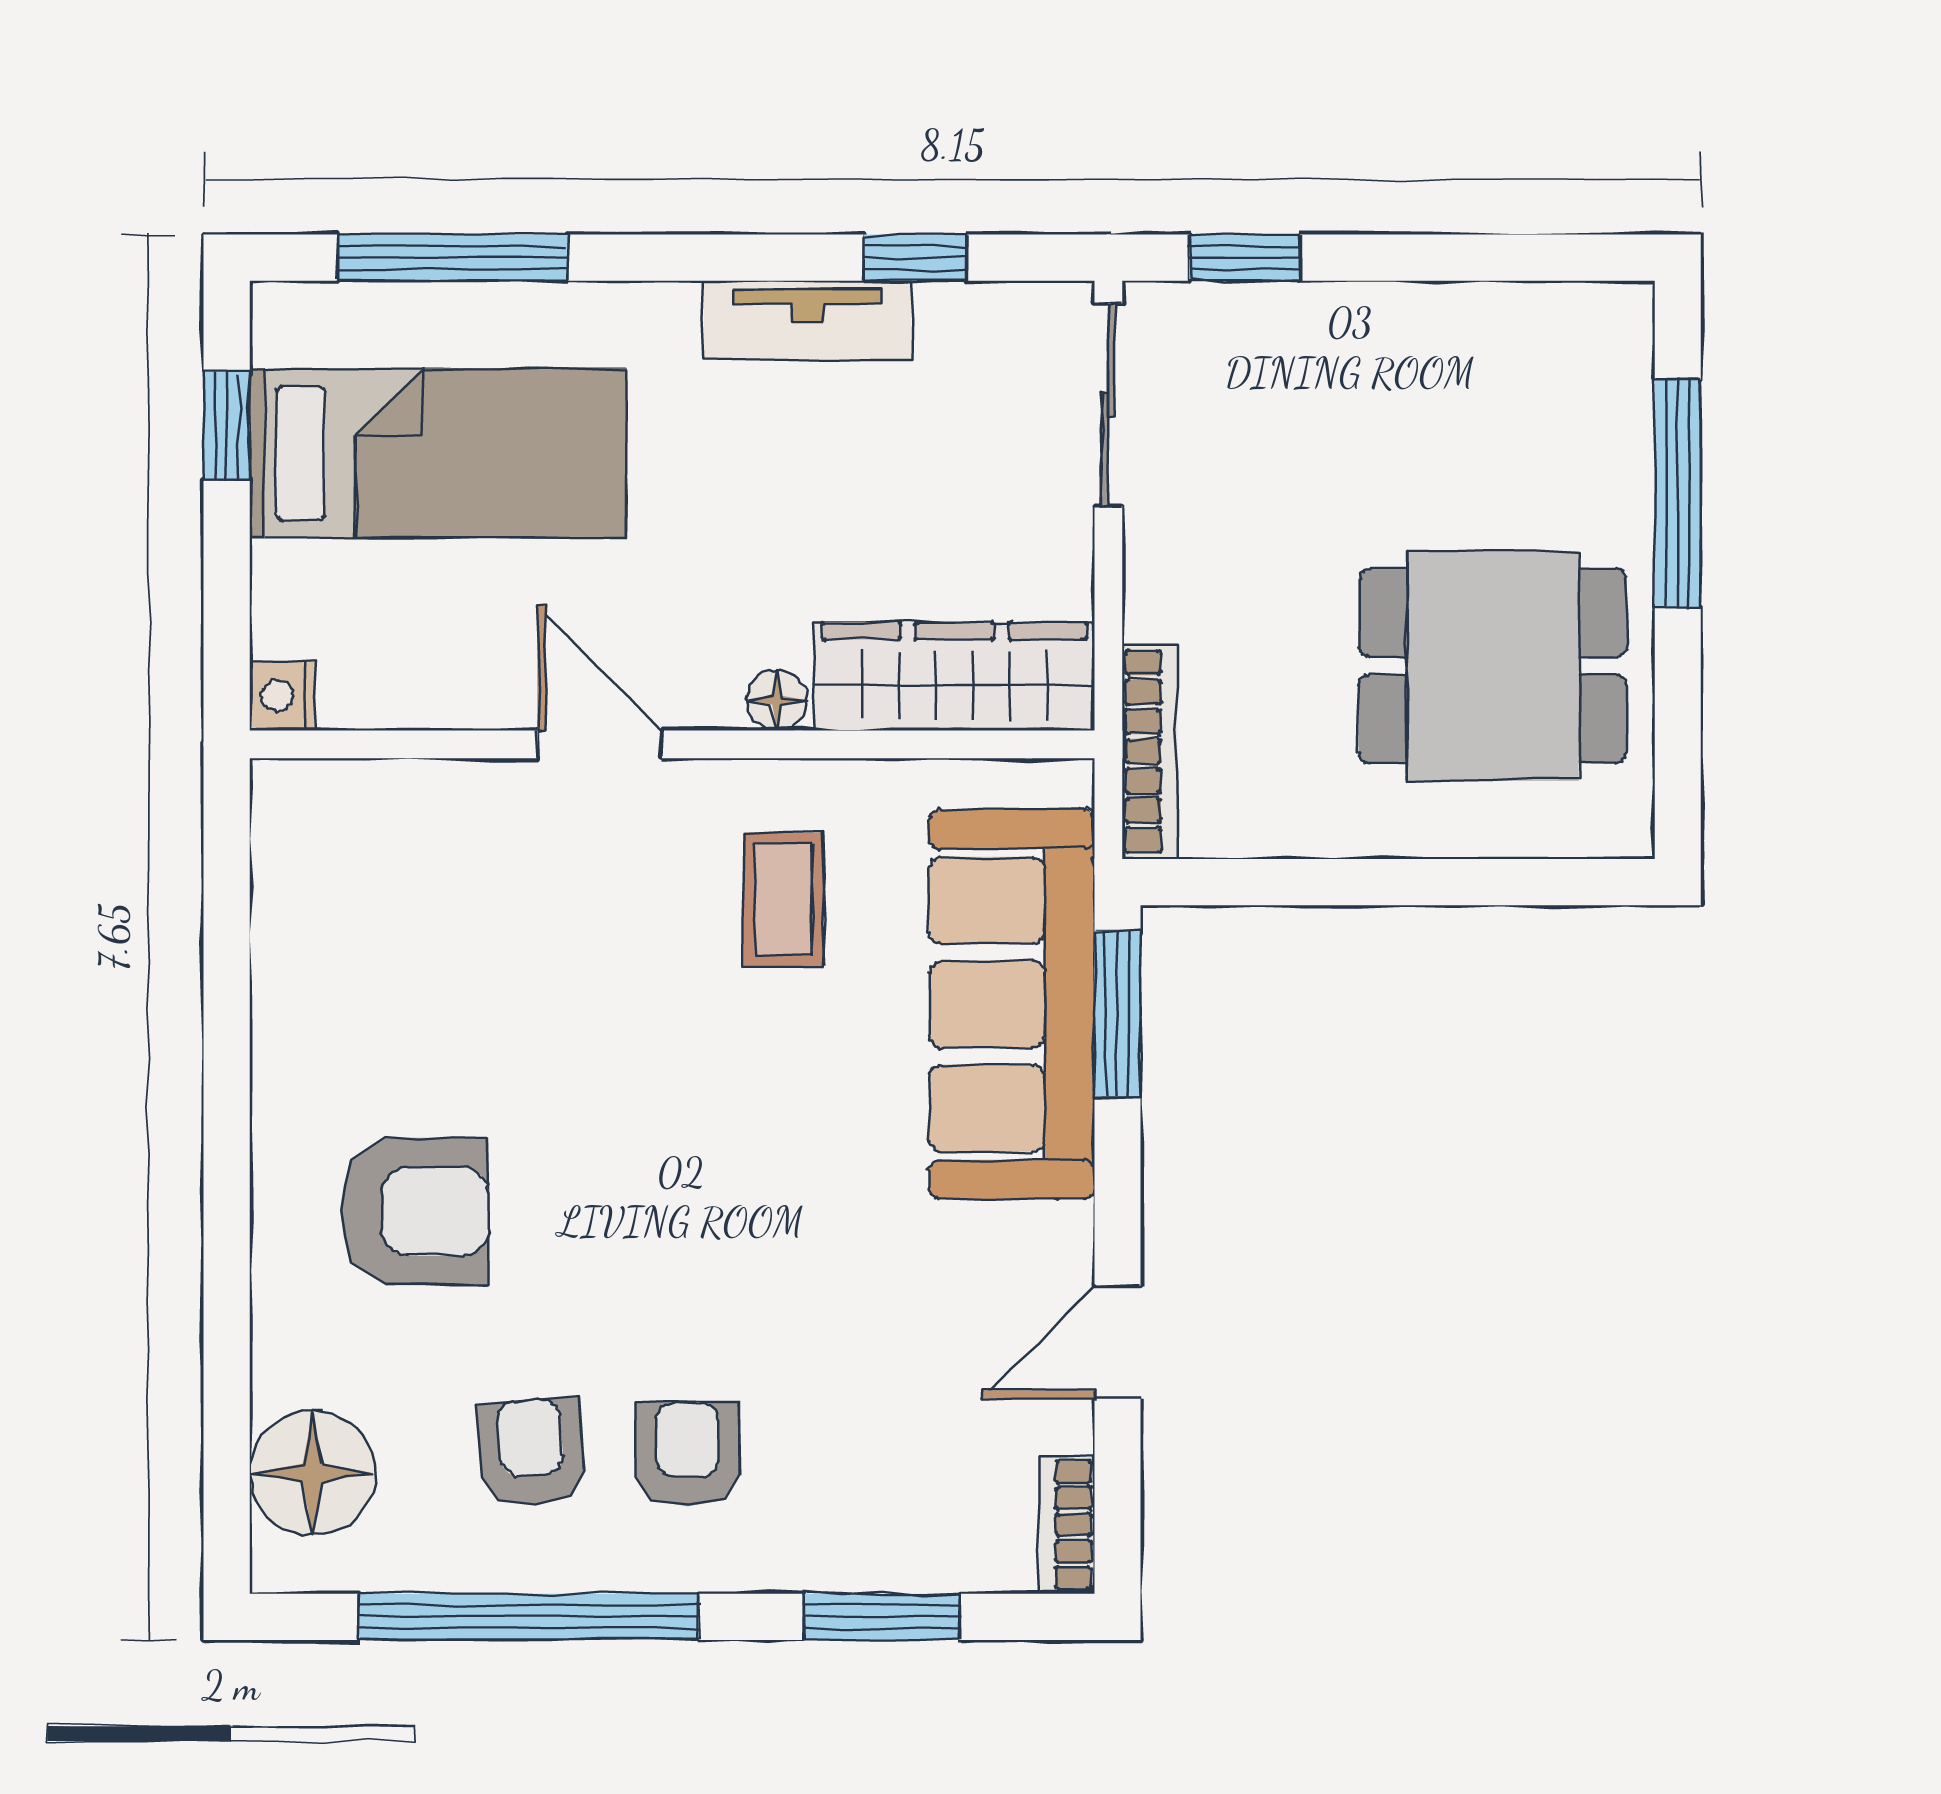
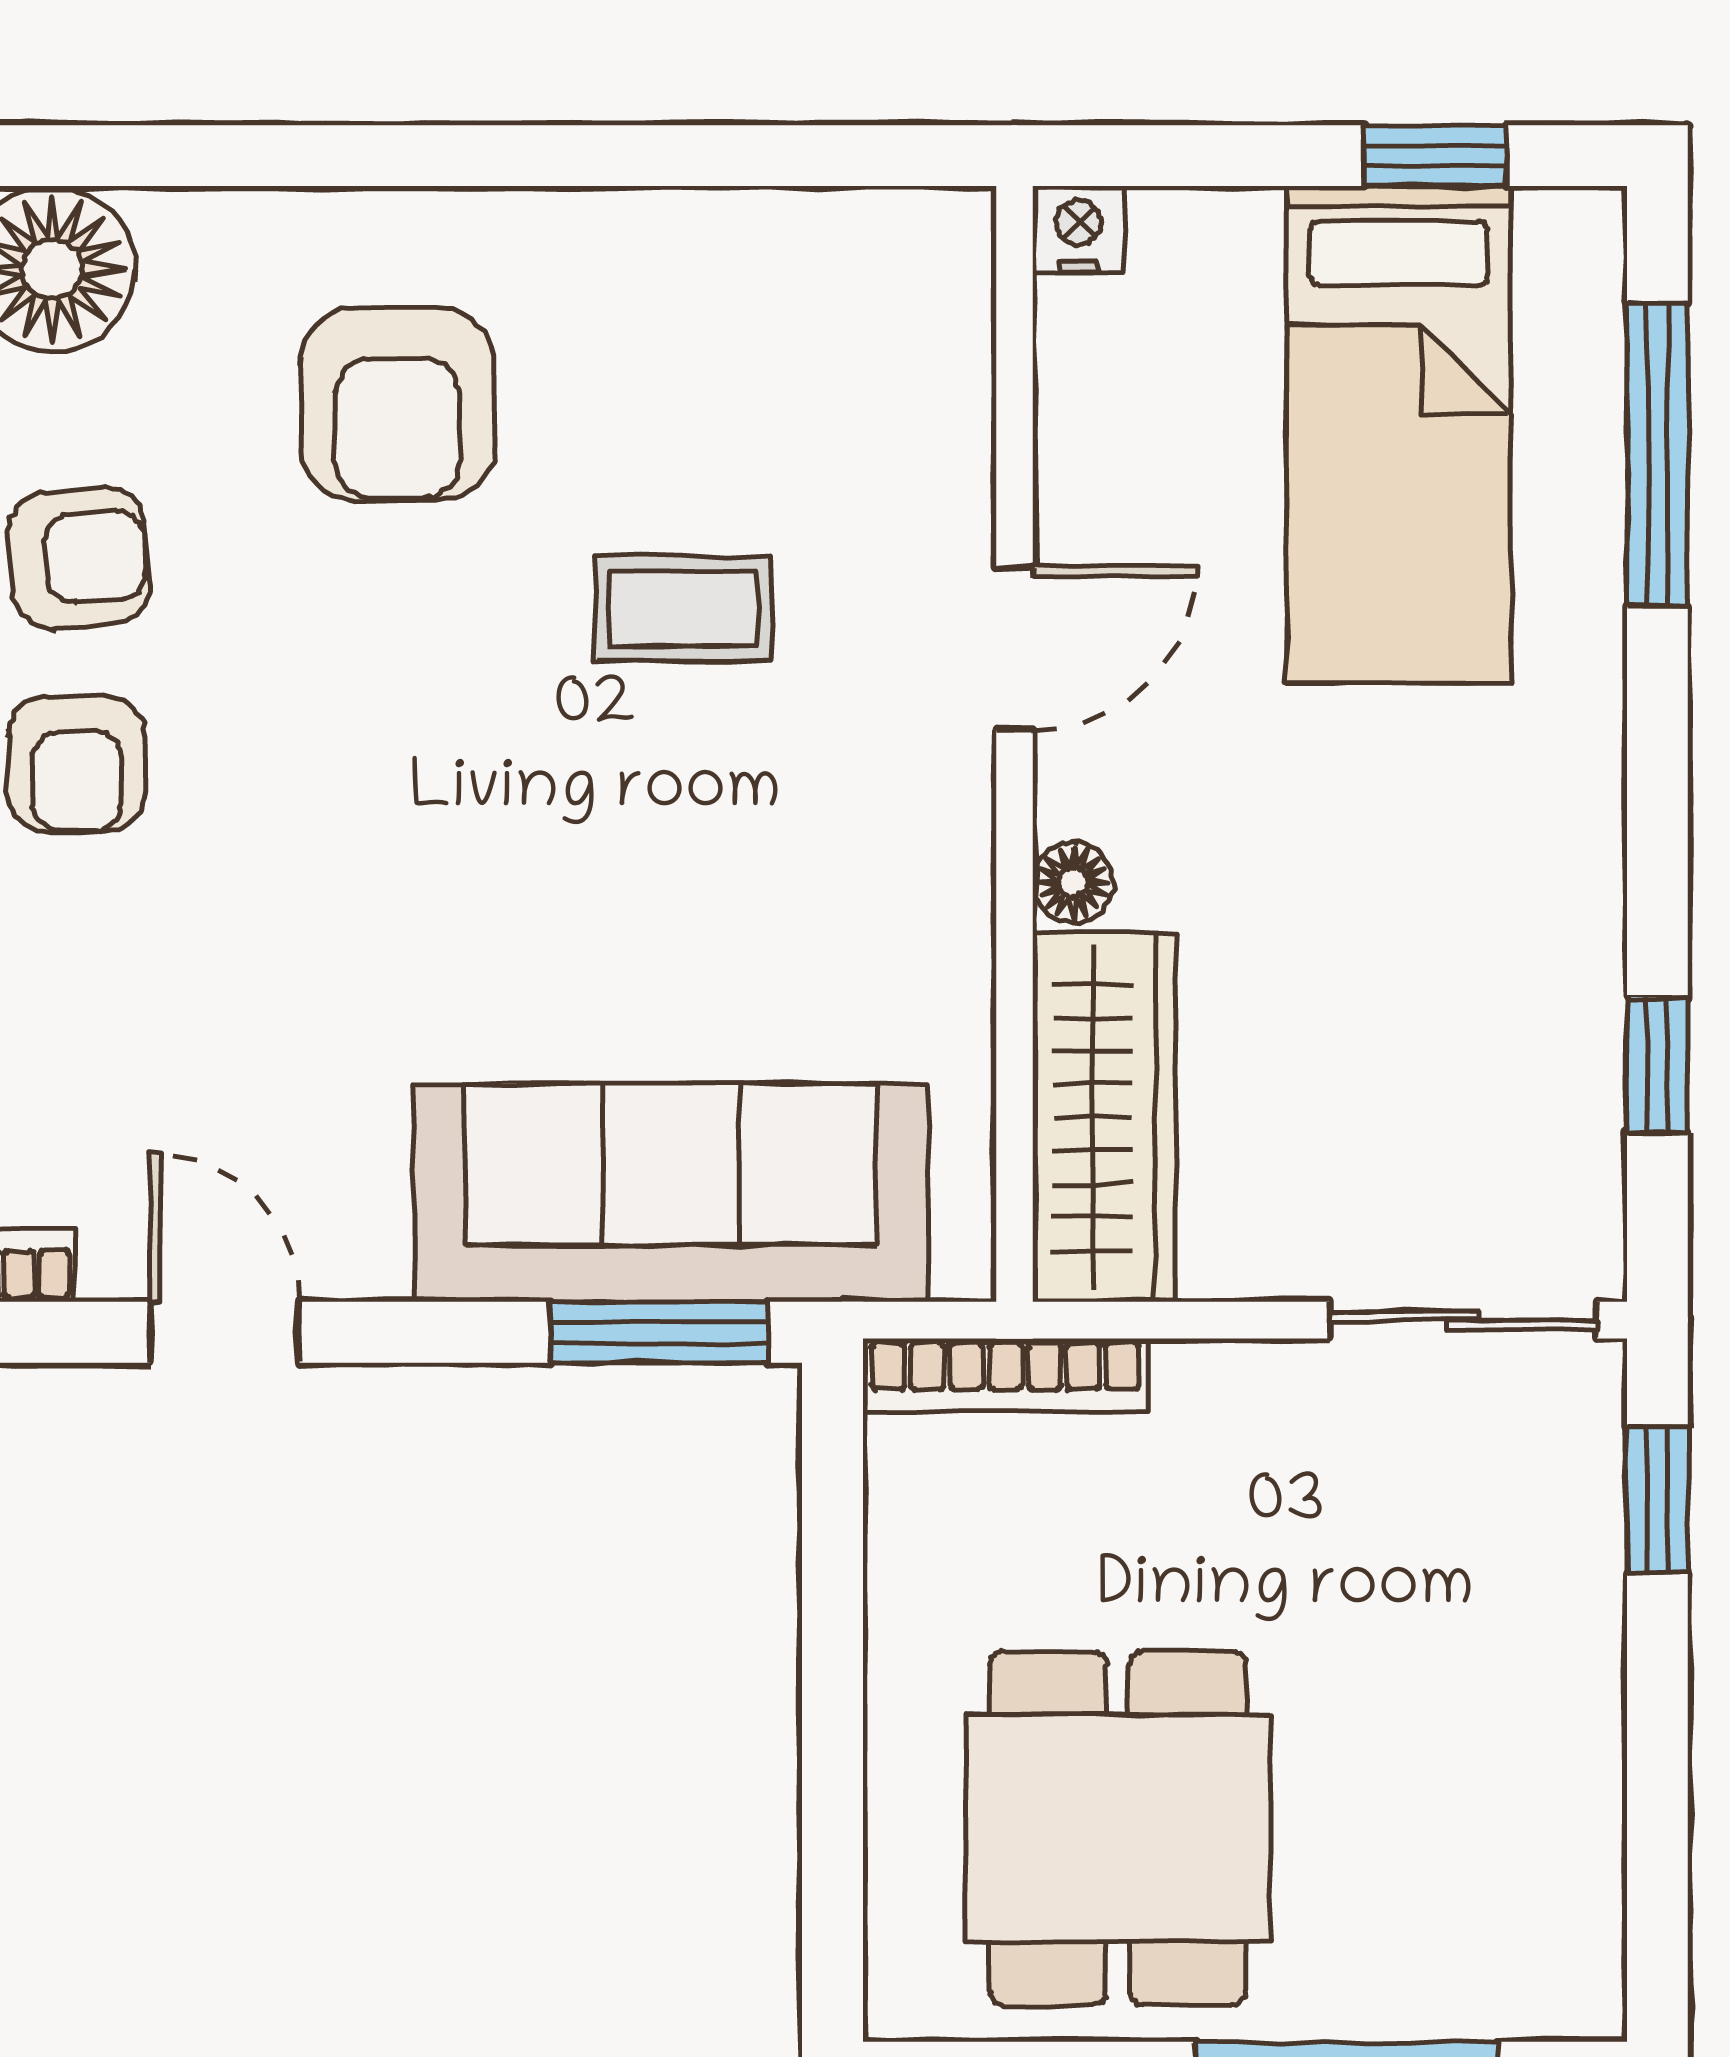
tv unit: (808, 320) -> (1575, 923), removed
coffee table: (784, 899) -> (683, 608), moved
armchair: (687, 1454) -> (77, 764), turned 90

